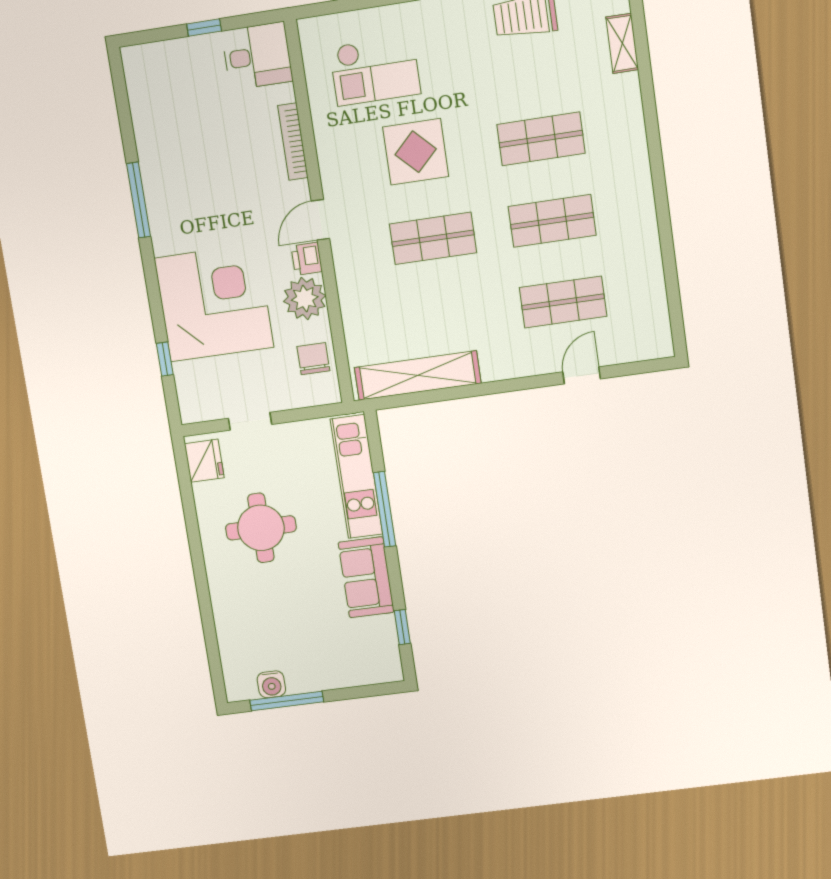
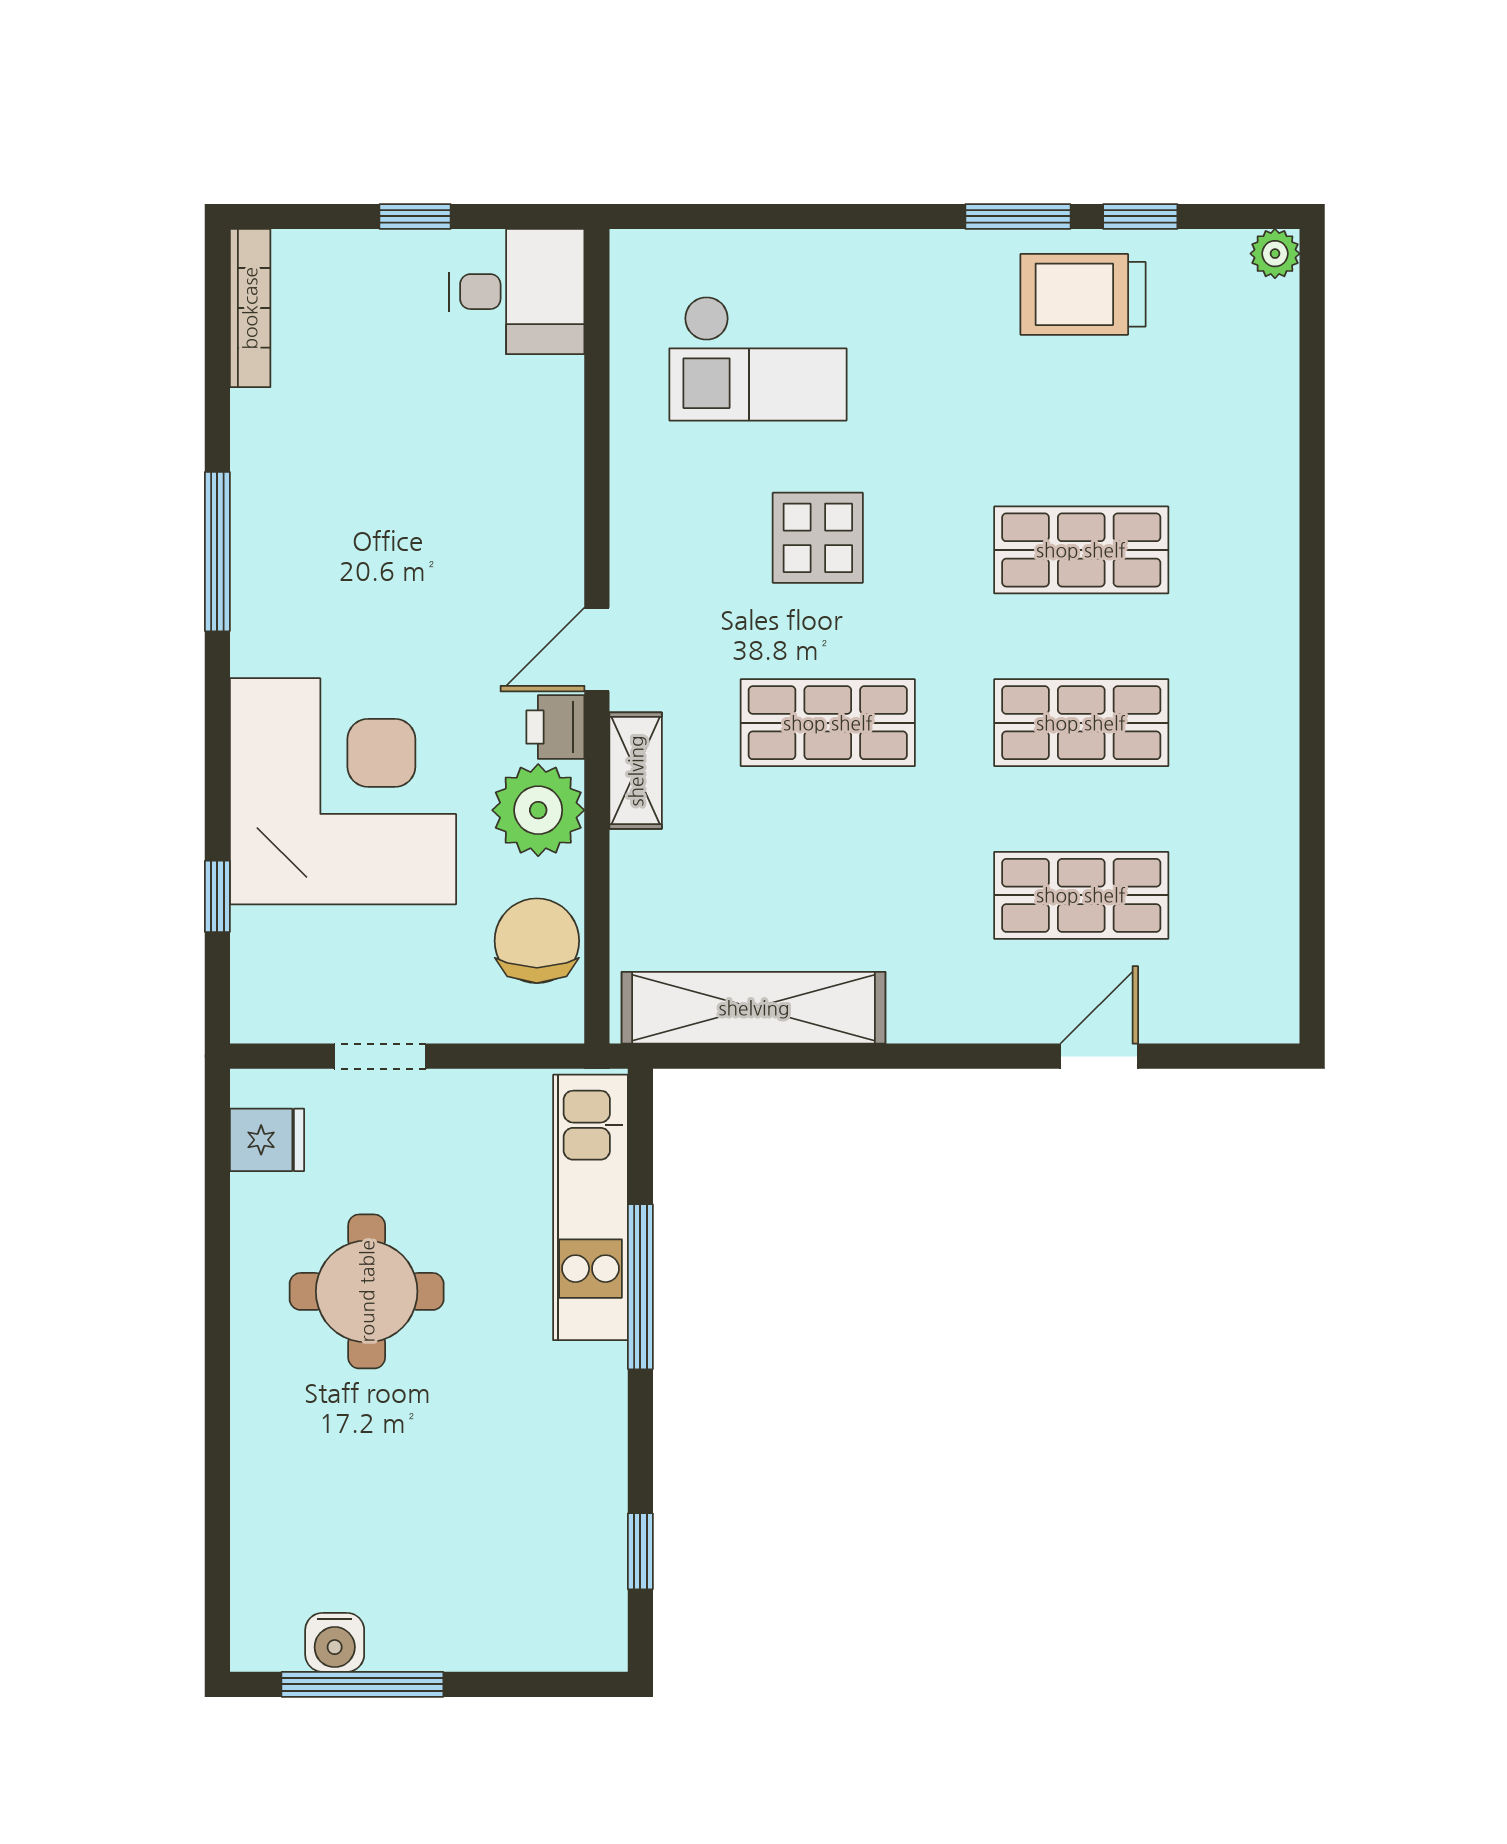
shelving: (622, 43) -> (636, 771), moved
bookcase: (293, 142) -> (250, 308), moved, turned 180
display table: (416, 152) -> (818, 538), width x0.73, depth x0.73
chair: (313, 359) -> (537, 941), width x1.37, depth x1.37
fridge: (204, 461) -> (267, 1140), width x0.72
sofa: (366, 577) -> (578, 1431), removed

